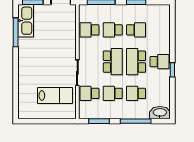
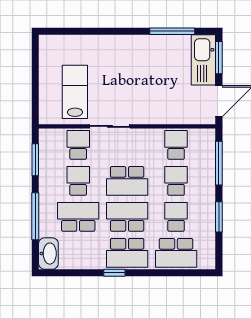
kitchen sink: (26, 21) -> (203, 60), moved, turned 90
school desk: (136, 30) -> (176, 217), turned 180
school desk: (159, 30) -> (176, 253), added
school desk: (159, 62) -> (127, 253), width x1.85
school desk: (136, 93) -> (78, 217), width x1.85
lab bench: (55, 95) -> (75, 92), turned 180

